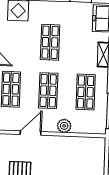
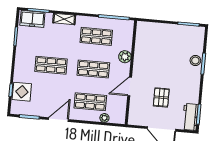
door: (31, 133) -> (130, 86), hinge flipped

